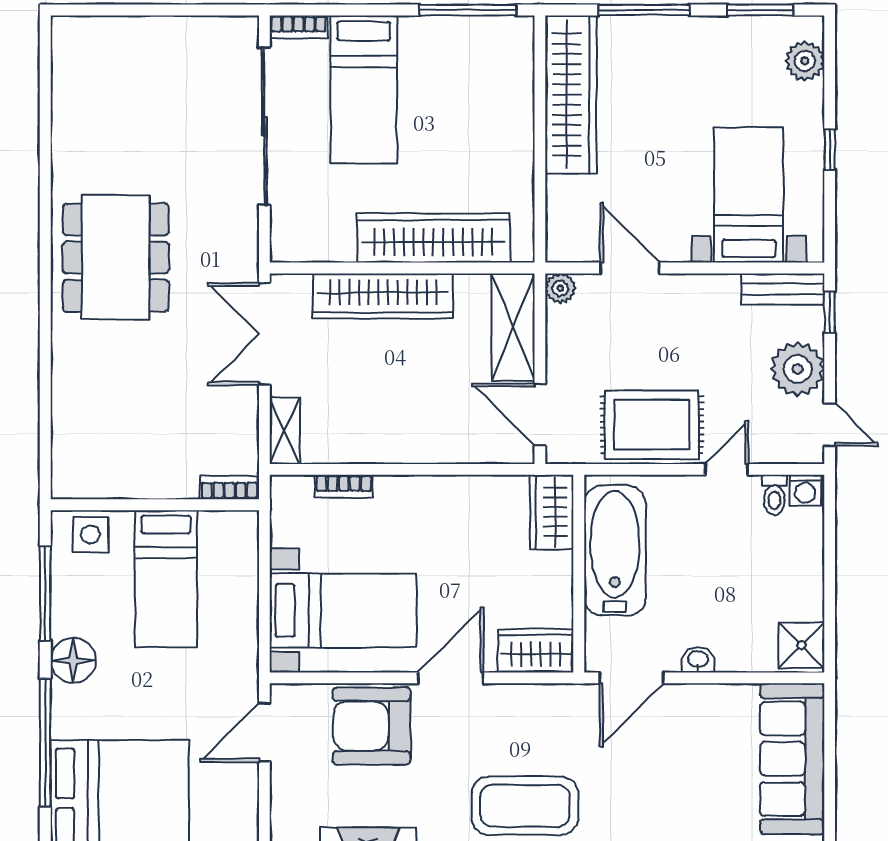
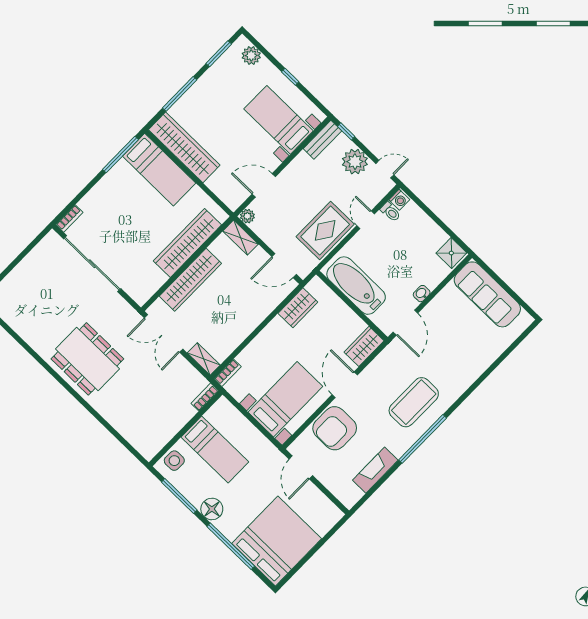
bed: (364, 90) -> (159, 170), moved
shelving: (513, 327) -> (240, 238), width x0.67, depth x0.75
bookcase: (344, 486) -> (228, 373), moved
wardrobe: (552, 512) -> (298, 308), moved, turned -90

